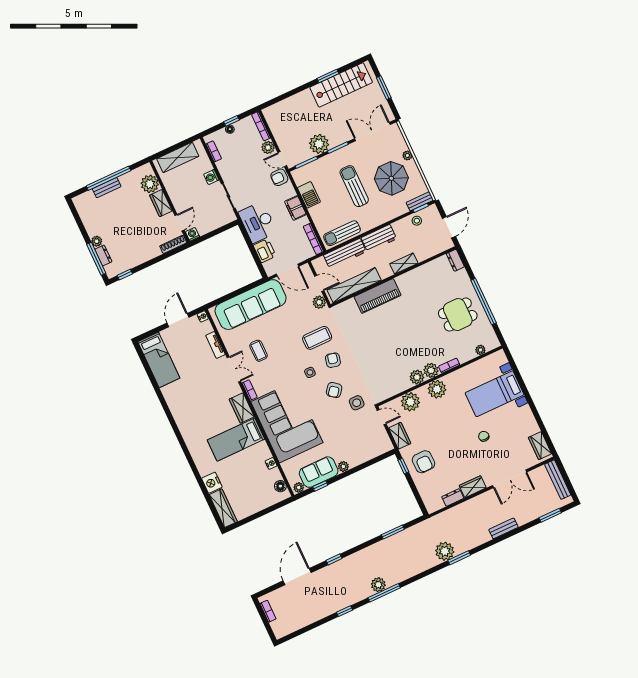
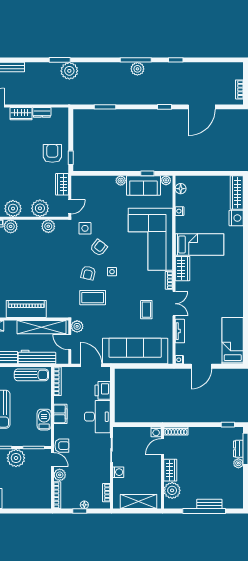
double door: (234, 369) -> (174, 304), swing flipped
plant: (417, 377) -> (48, 226), moved
door: (382, 417) -> (70, 207), swing flipped

